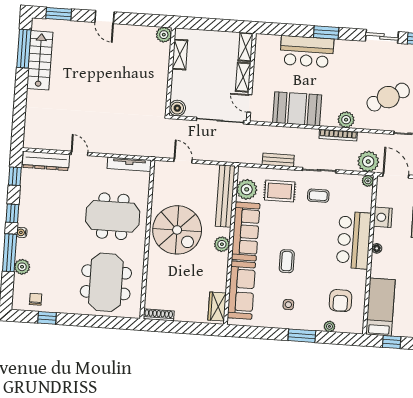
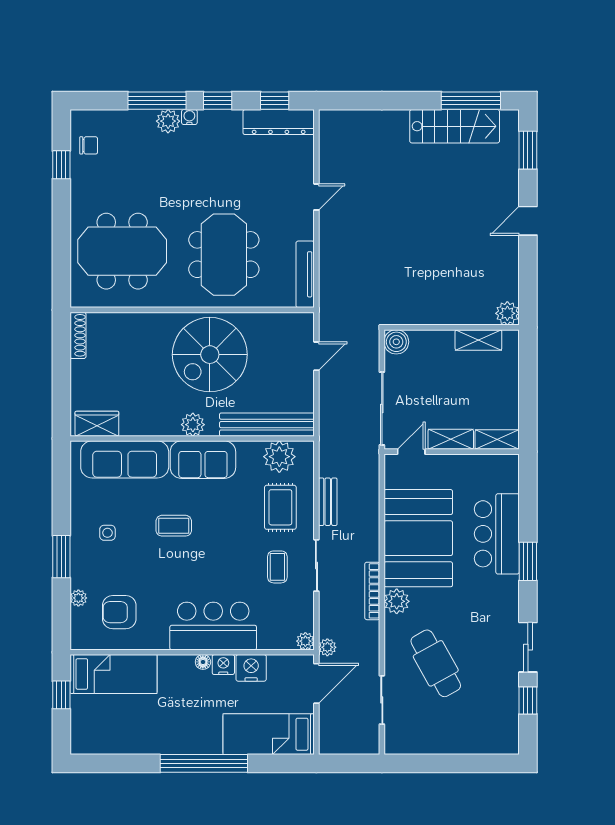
booth: (297, 109) -> (418, 538), width x1.36, depth x1.42
dresser: (46, 161) -> (279, 122), moved, turned -90
plant: (368, 162) -> (327, 647), width x0.53, depth x0.53
sofa: (246, 232) -> (203, 460), width x0.73
nightstand: (379, 235) -> (223, 665), added
plant: (22, 267) -> (168, 121), moved

